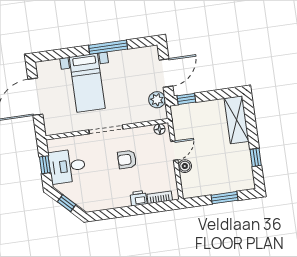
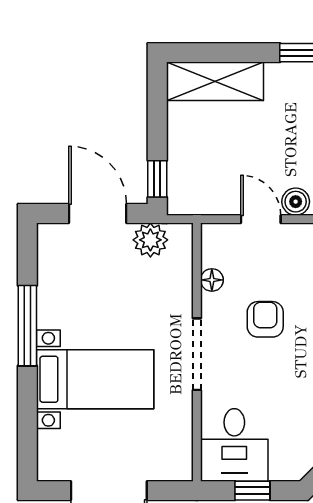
floor lamp: (160, 129) -> (212, 280), moved
armchair: (127, 159) -> (265, 319), turned 180
desk: (67, 166) -> (234, 445), moved

